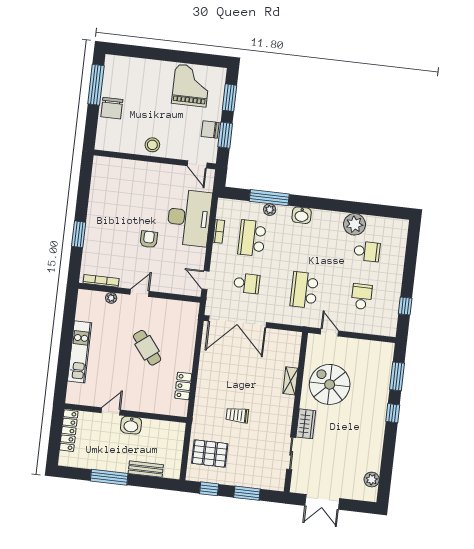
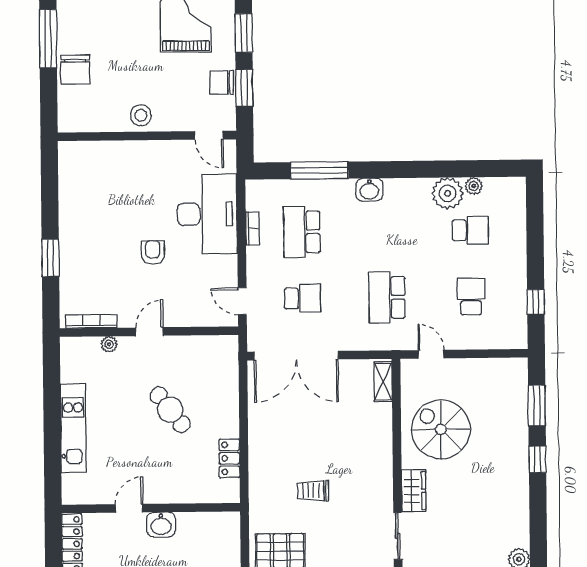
plant: (270, 210) -> (474, 186), moved
shelving: (290, 381) -> (383, 382), moved

